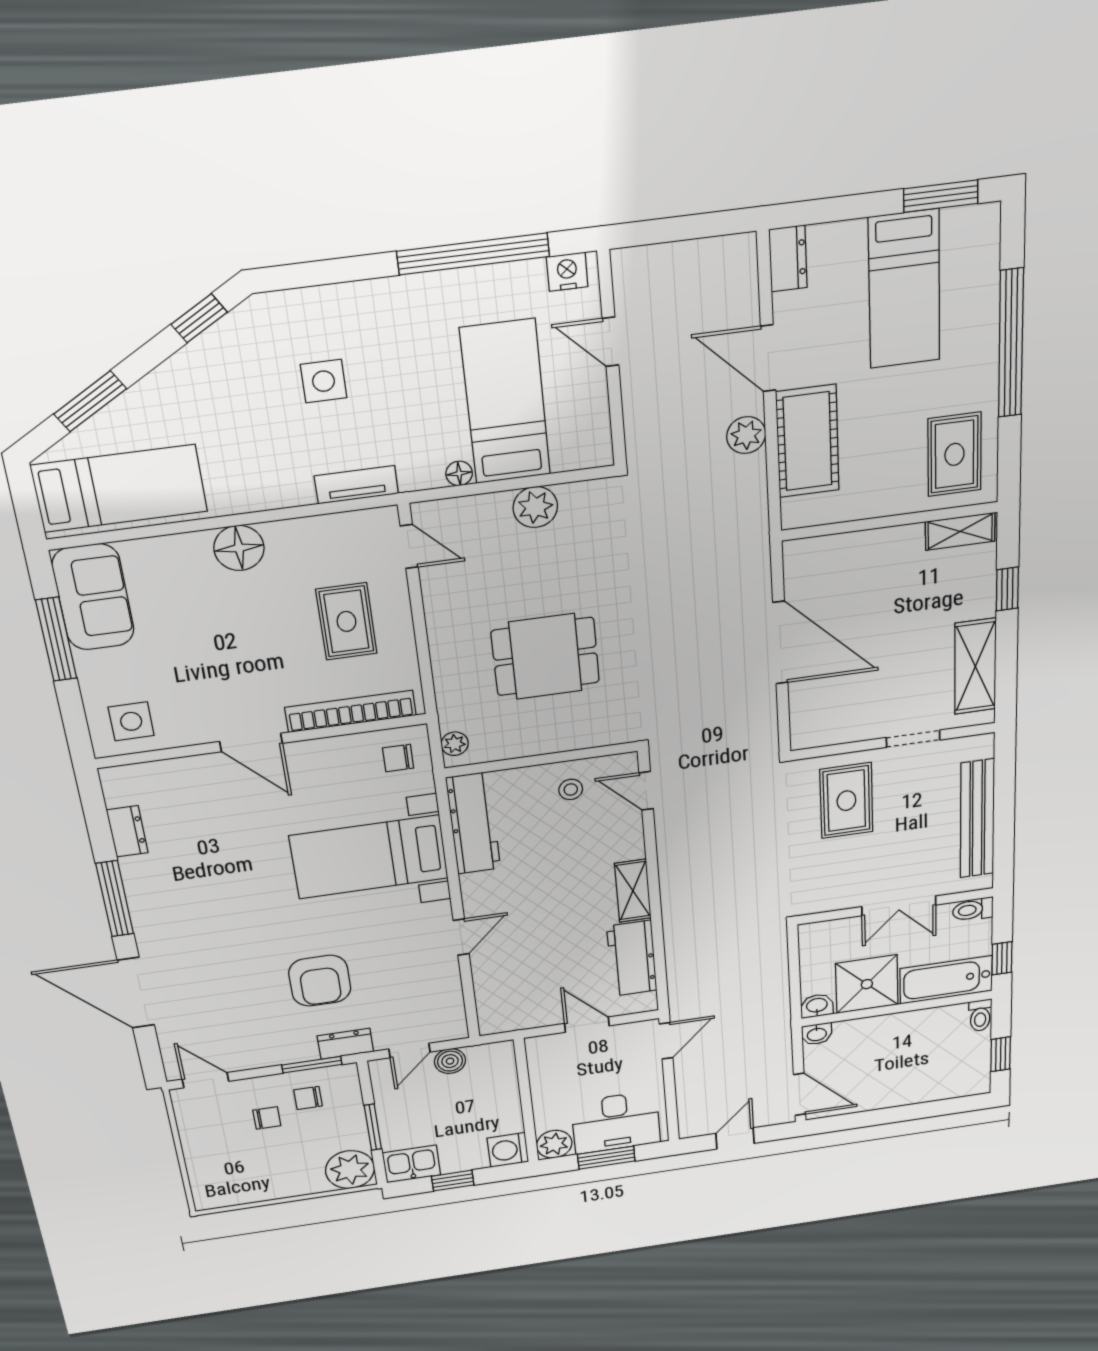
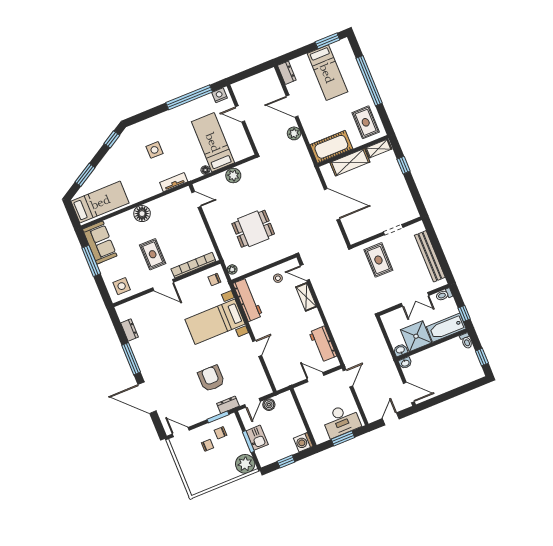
cot: (808, 441) -> (331, 147), moved, turned 90
rug: (346, 621) -> (153, 254), moved
shelving: (975, 666) -> (350, 162), moved, turned 90
shelving: (633, 891) -> (306, 297), moved
armchair: (320, 981) -> (211, 378), turned 180
plant: (554, 1144) -> (320, 436), removed
kitchen sink: (412, 1164) -> (257, 438), moved, turned 90

